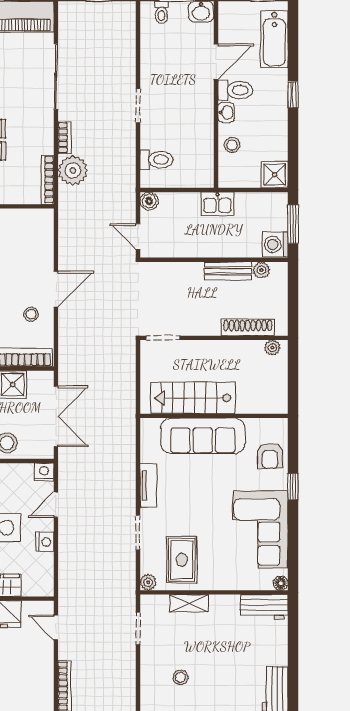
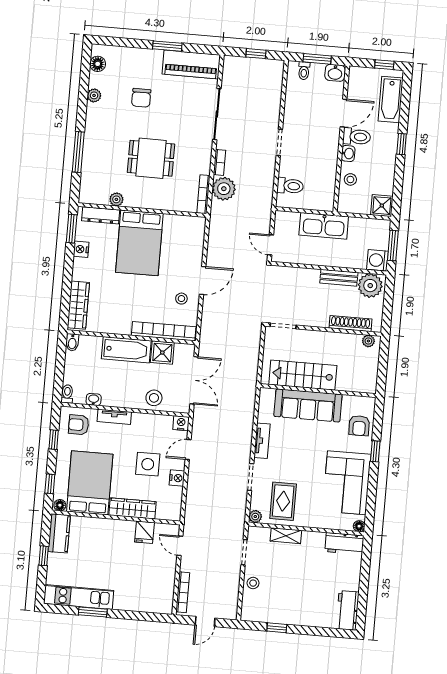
boiler: (149, 201) -> (282, 218), removed
kitchen sink: (217, 204) -> (324, 226), width x1.87, depth x1.24
plant: (261, 270) -> (370, 286), width x1.88, depth x1.88
stool: (180, 677) -> (253, 583), moved

